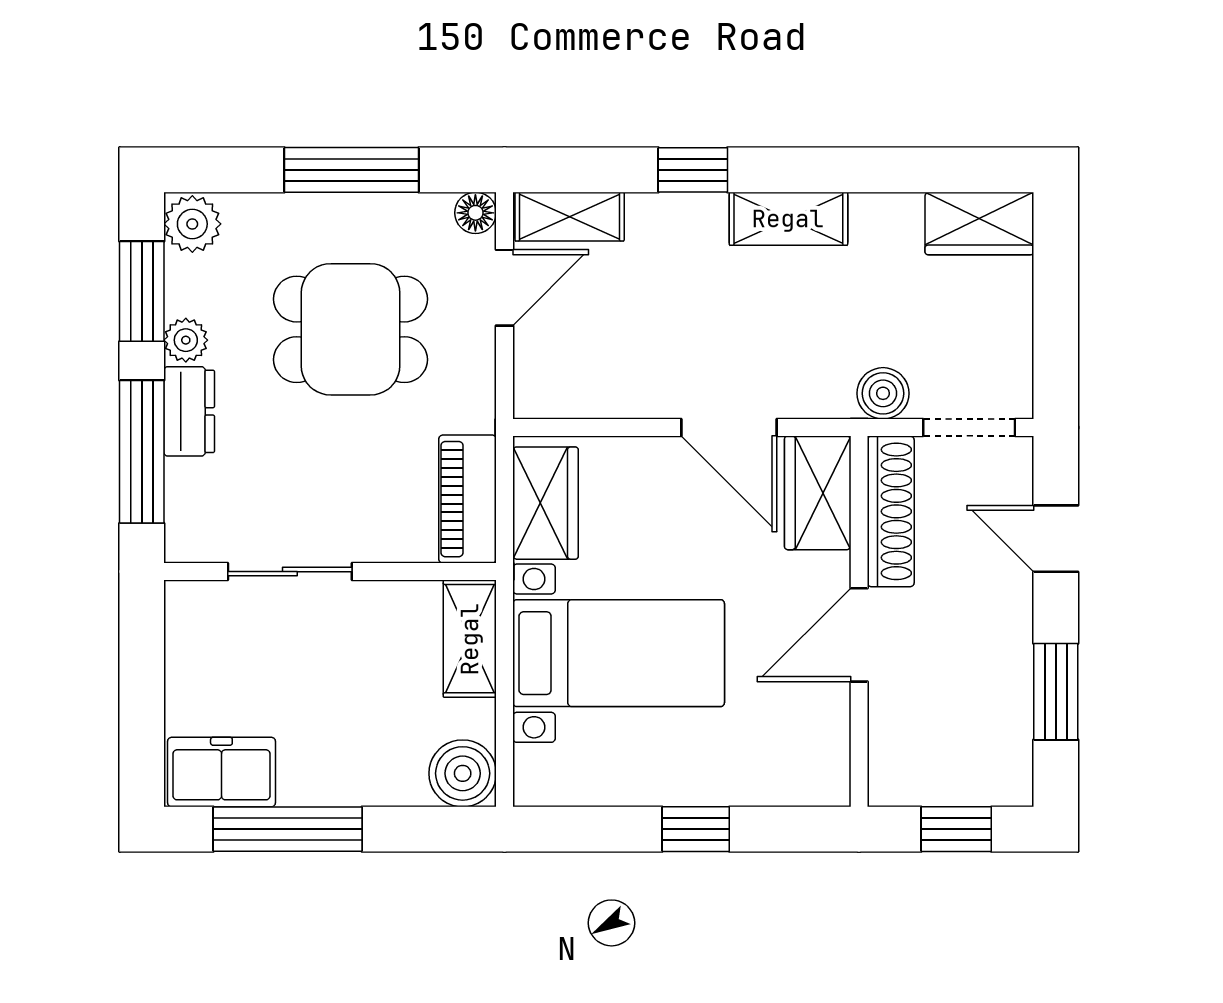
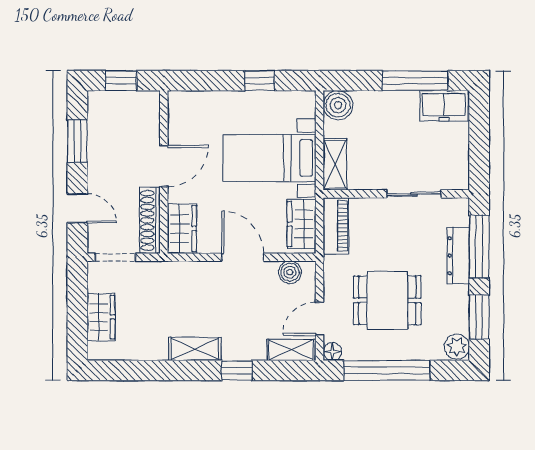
window: (352, 170) -> (387, 370), width x1.46
wardrobe: (979, 223) -> (101, 317), moved, turned 90
plant: (186, 340) -> (460, 296), removed
boiler: (883, 393) -> (290, 272), moved
dresser: (189, 411) -> (458, 256), width x1.44
door: (729, 428) -> (243, 257), moved
window: (696, 829) -> (260, 81), moved

